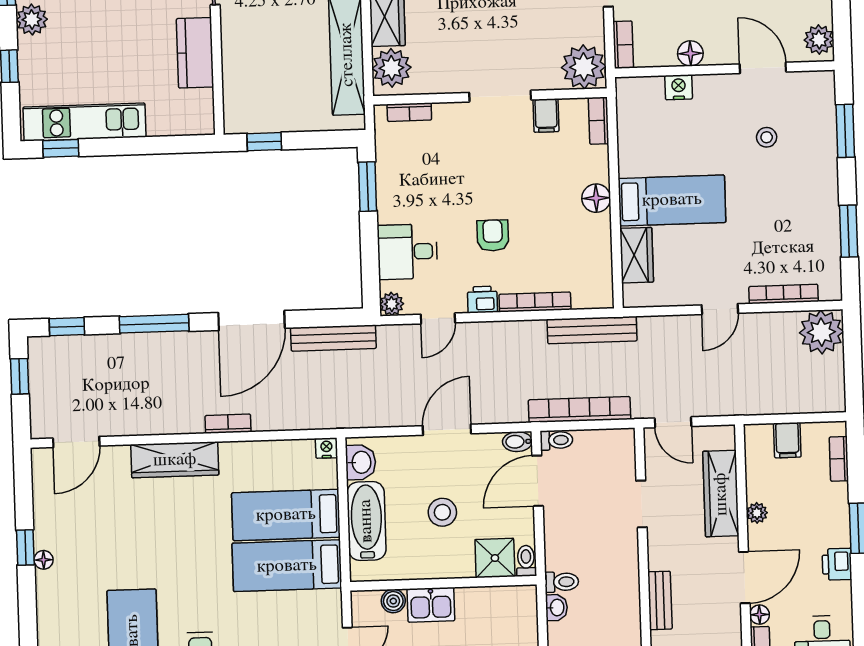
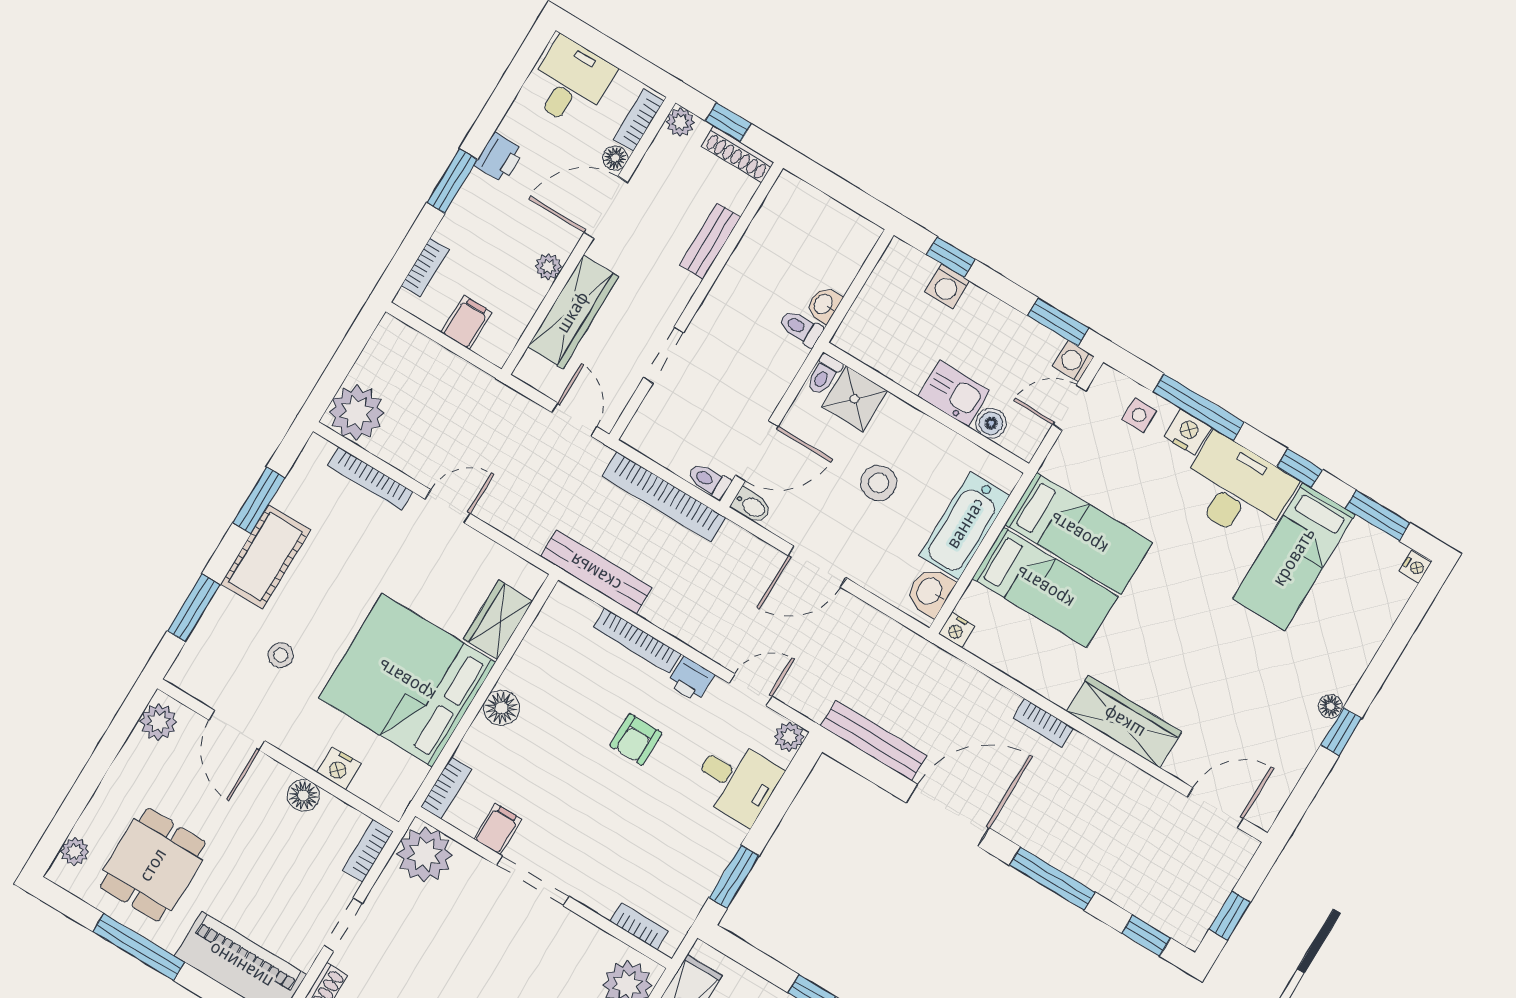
cot: (819, 196) -> (265, 557), added
bed: (672, 200) -> (407, 680), width x2.04

